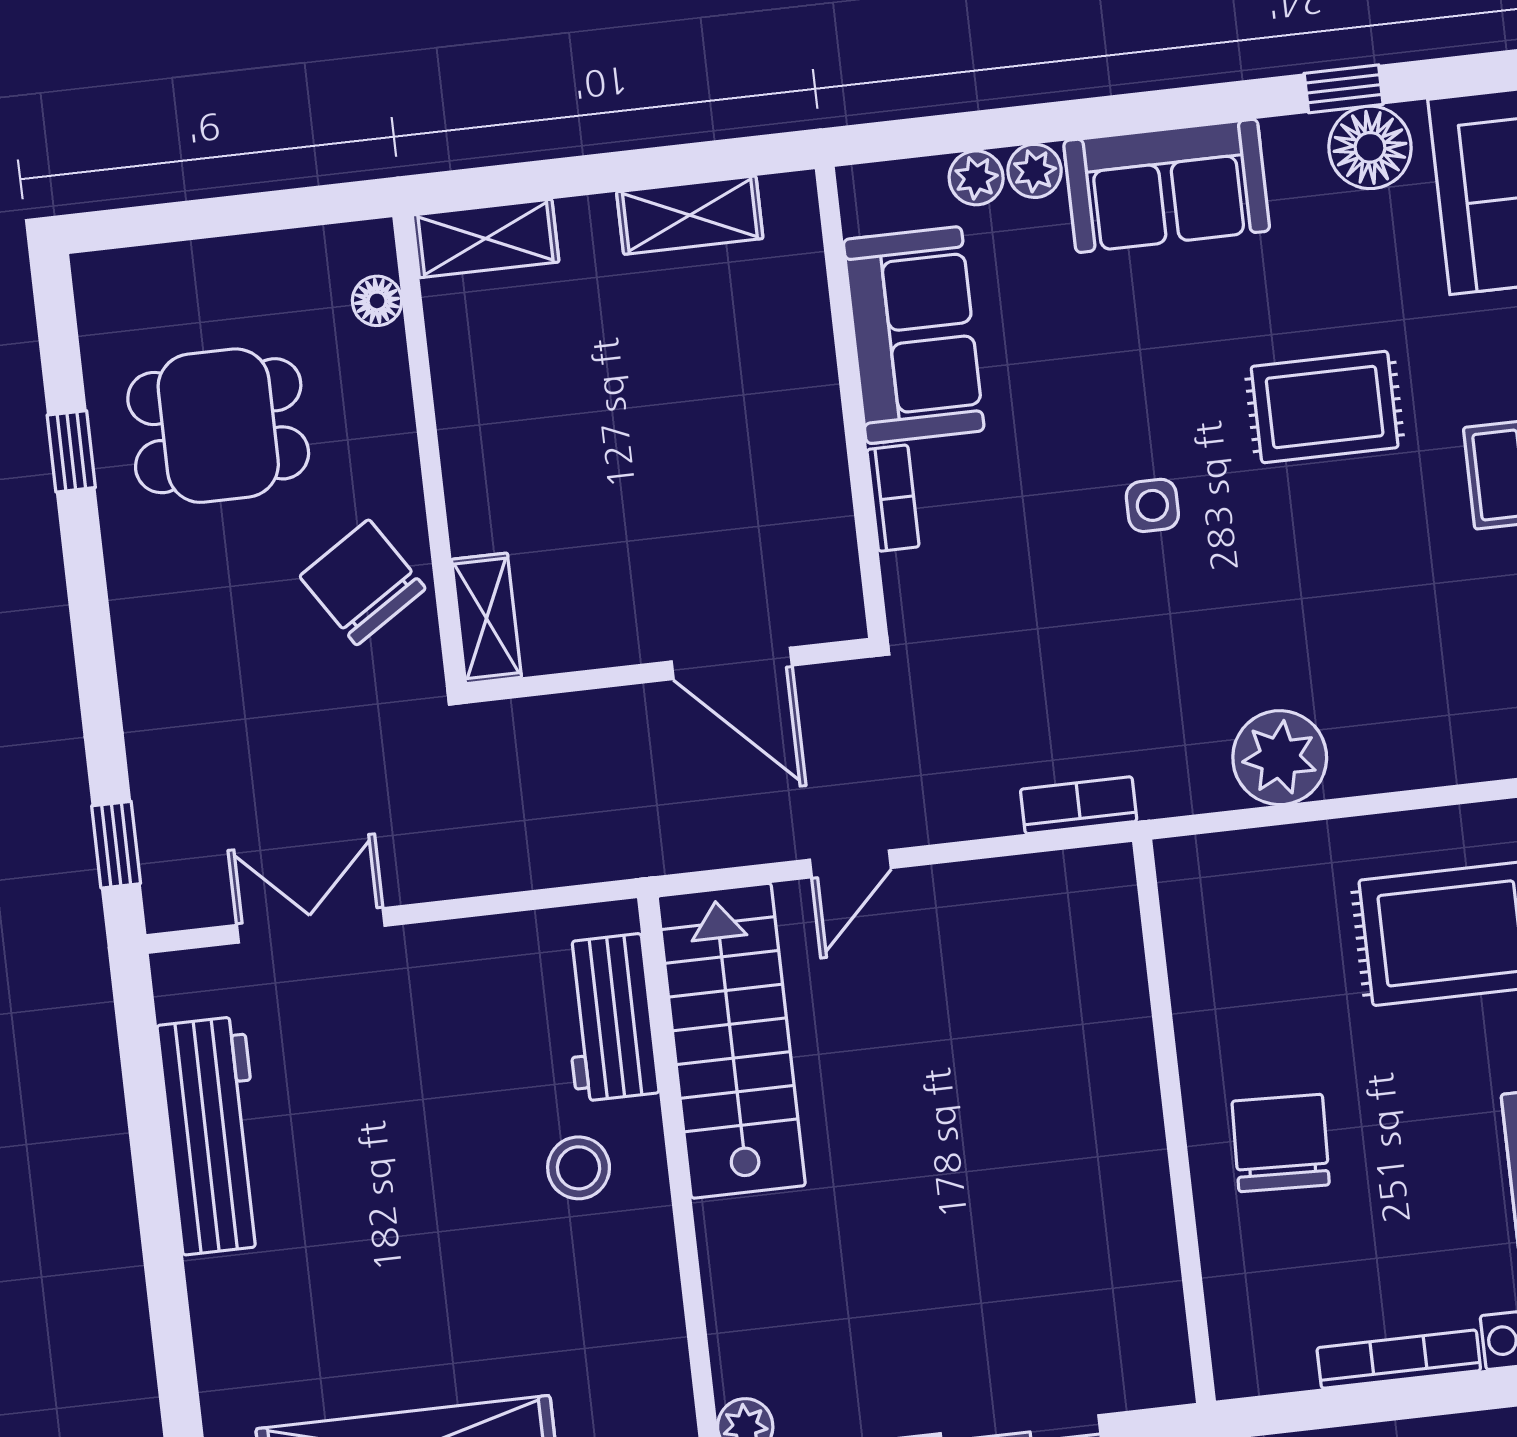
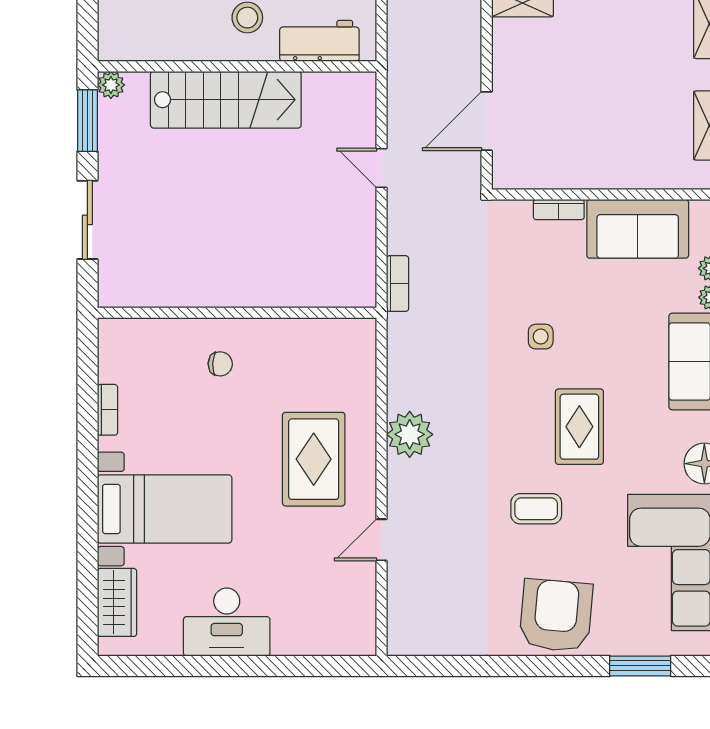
plant: (1280, 758) -> (410, 434), moved
stairs: (731, 1041) -> (226, 100), moved
chair: (1281, 1143) -> (220, 364), width x0.54, depth x0.54
bookcase: (1399, 1359) -> (107, 410), width x0.64

